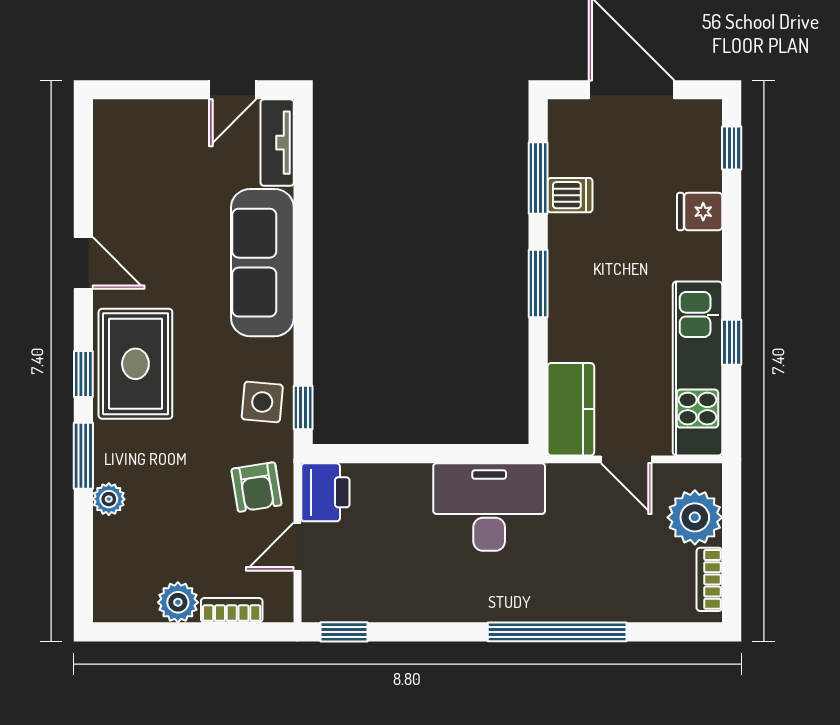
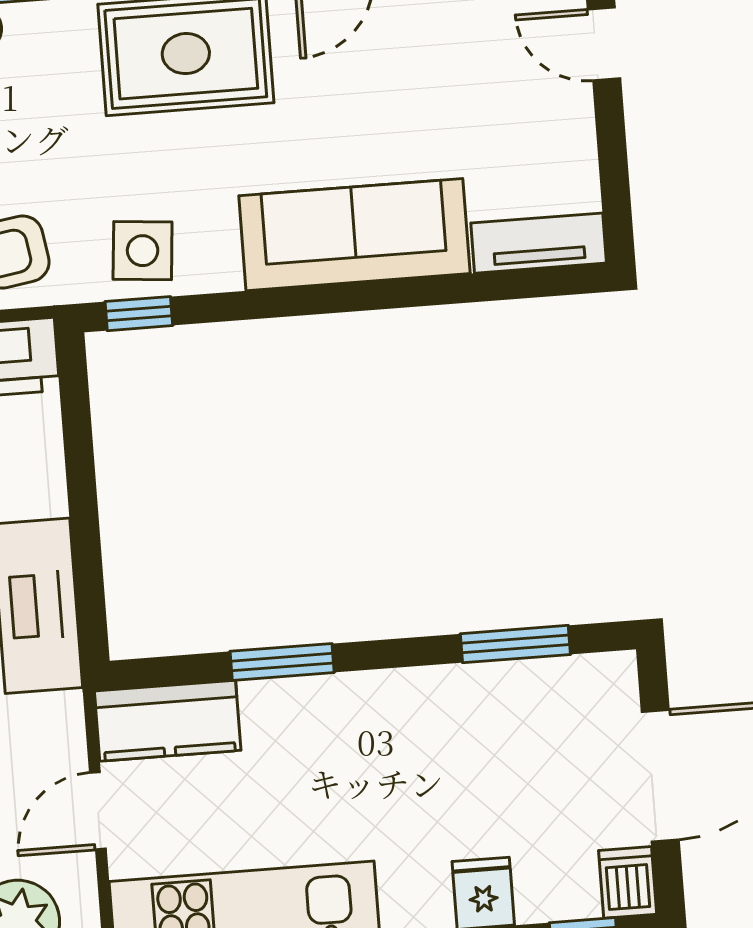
door: (233, 90) -> (604, 44), moved
dishwasher: (570, 195) -> (628, 882), moved, turned 180
window: (538, 283) -> (282, 662), moved

